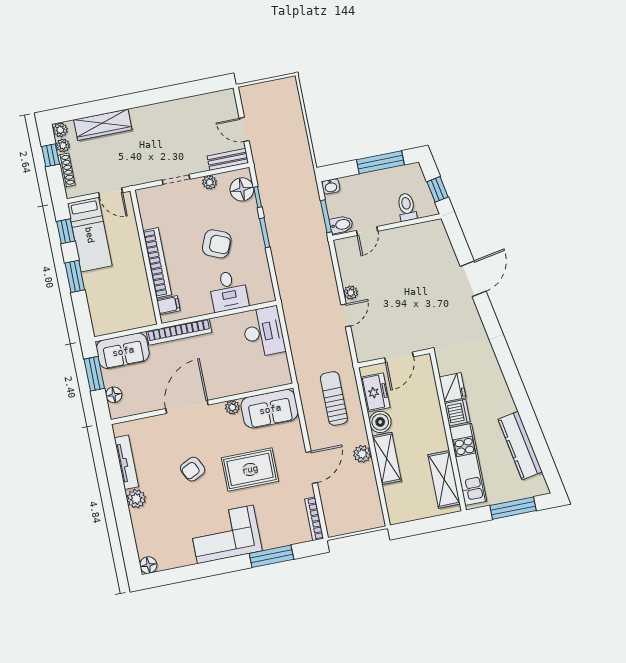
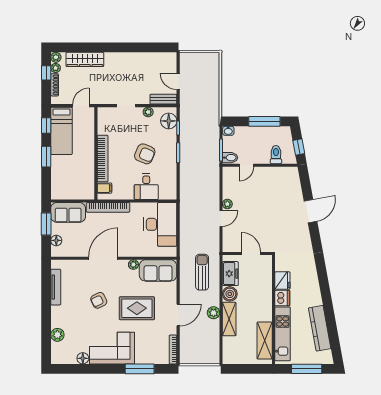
door: (111, 193) -> (81, 106), swing flipped
desk: (263, 332) -> (160, 224), width x1.36, depth x1.30
door: (399, 357) -> (251, 253), swing flipped
plant: (136, 499) -> (57, 335), moved
floor lamp: (148, 565) -> (83, 358), moved

